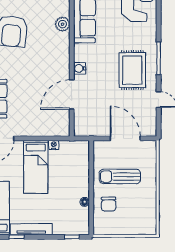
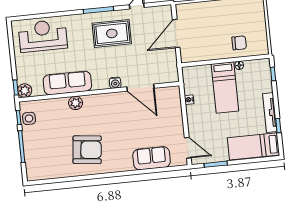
bed: (36, 167) -> (225, 88), moved, turned 90
sun lounger: (120, 176) -> (212, 35), removed

